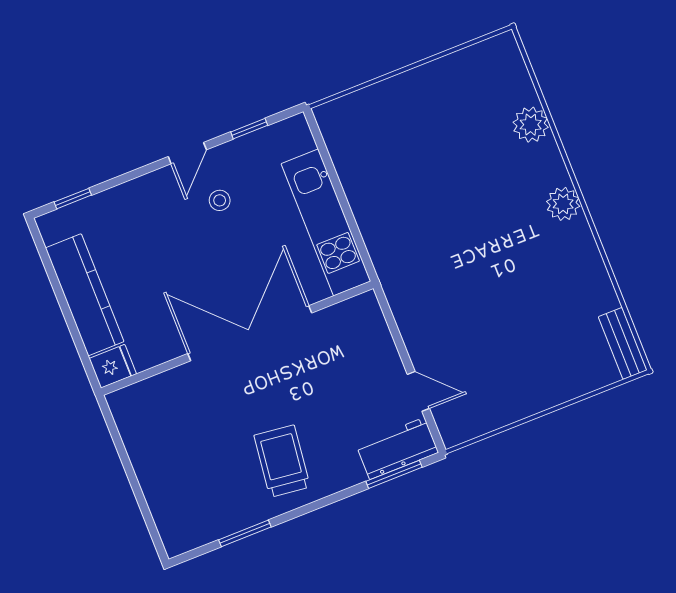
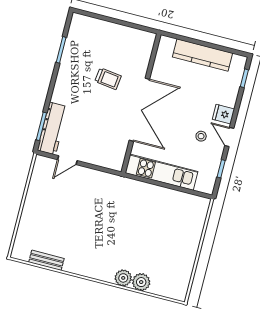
plant: (563, 204) -> (123, 278), moved
bench: (623, 343) -> (46, 260), moved
fridge: (113, 366) -> (223, 114), moved, turned 90
workbench: (397, 448) -> (52, 128), width x1.38
trolley: (282, 461) -> (108, 79), moved, width x0.73, depth x0.72

